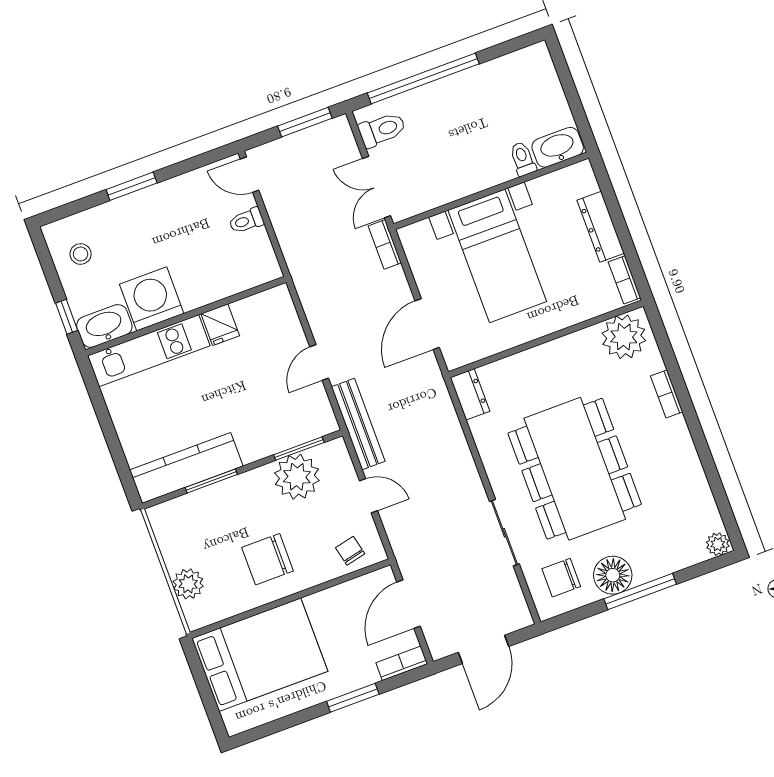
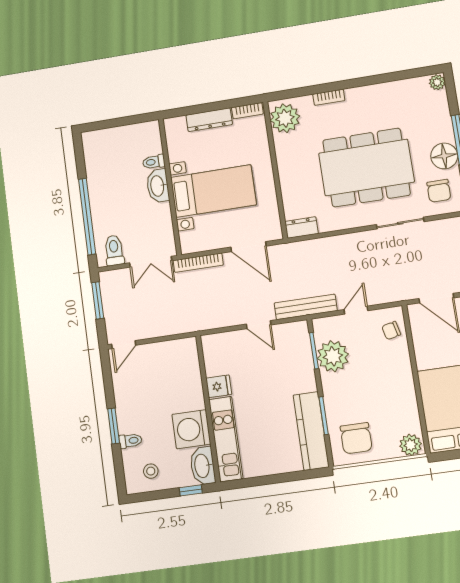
washbasin: (558, 147) -> (158, 186), moved
toilet: (246, 221) -> (130, 441), moved, turned -90
bookcase: (385, 244) -> (198, 263), width x1.56
chair: (268, 559) -> (356, 438), moved
plant: (188, 584) -> (411, 445), moved

